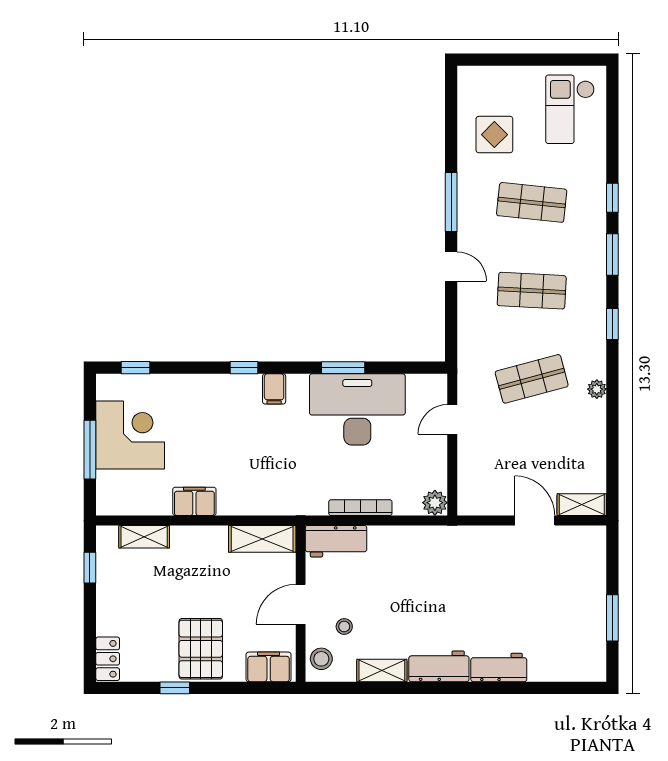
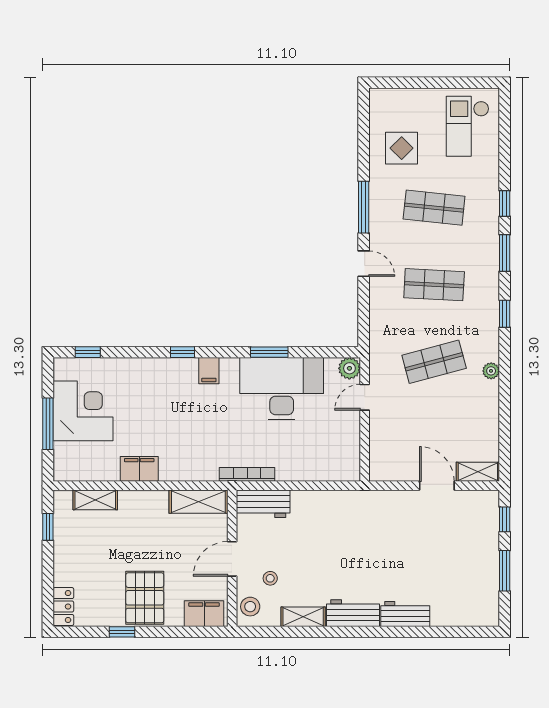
plant: (435, 503) -> (349, 368), moved
bookcase: (360, 508) -> (247, 474), moved
window: (612, 559) -> (505, 519), added

